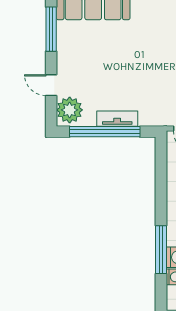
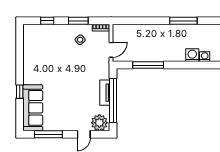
window: (161, 250) -> (148, 65), moved

